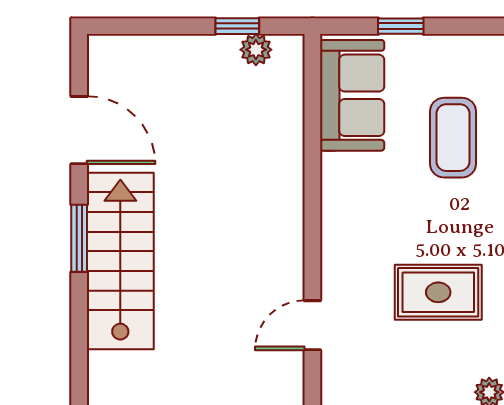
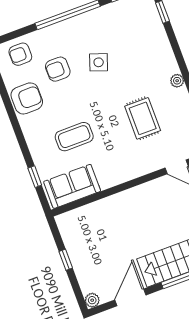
window: (237, 26) -> (66, 260), moved
plant: (256, 50) -> (92, 300), moved

